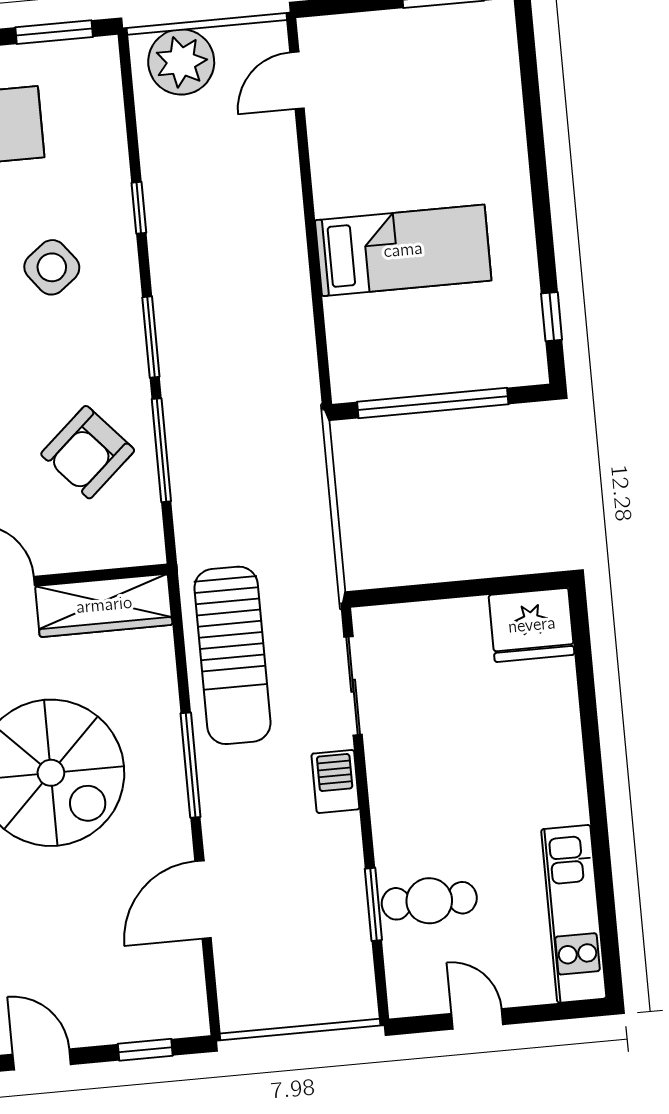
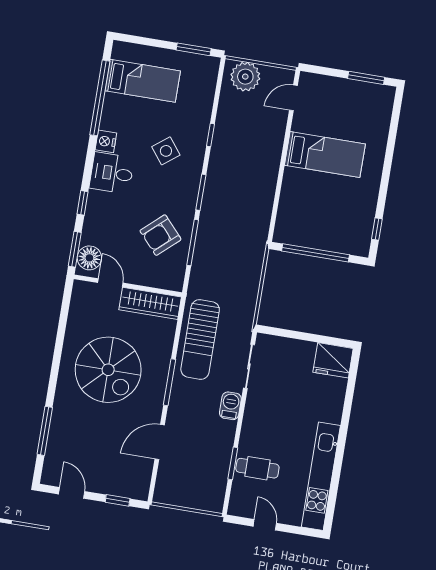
bed: (403, 250) -> (325, 155), moved
kitchen unit: (574, 914) -> (321, 476), width x1.36

